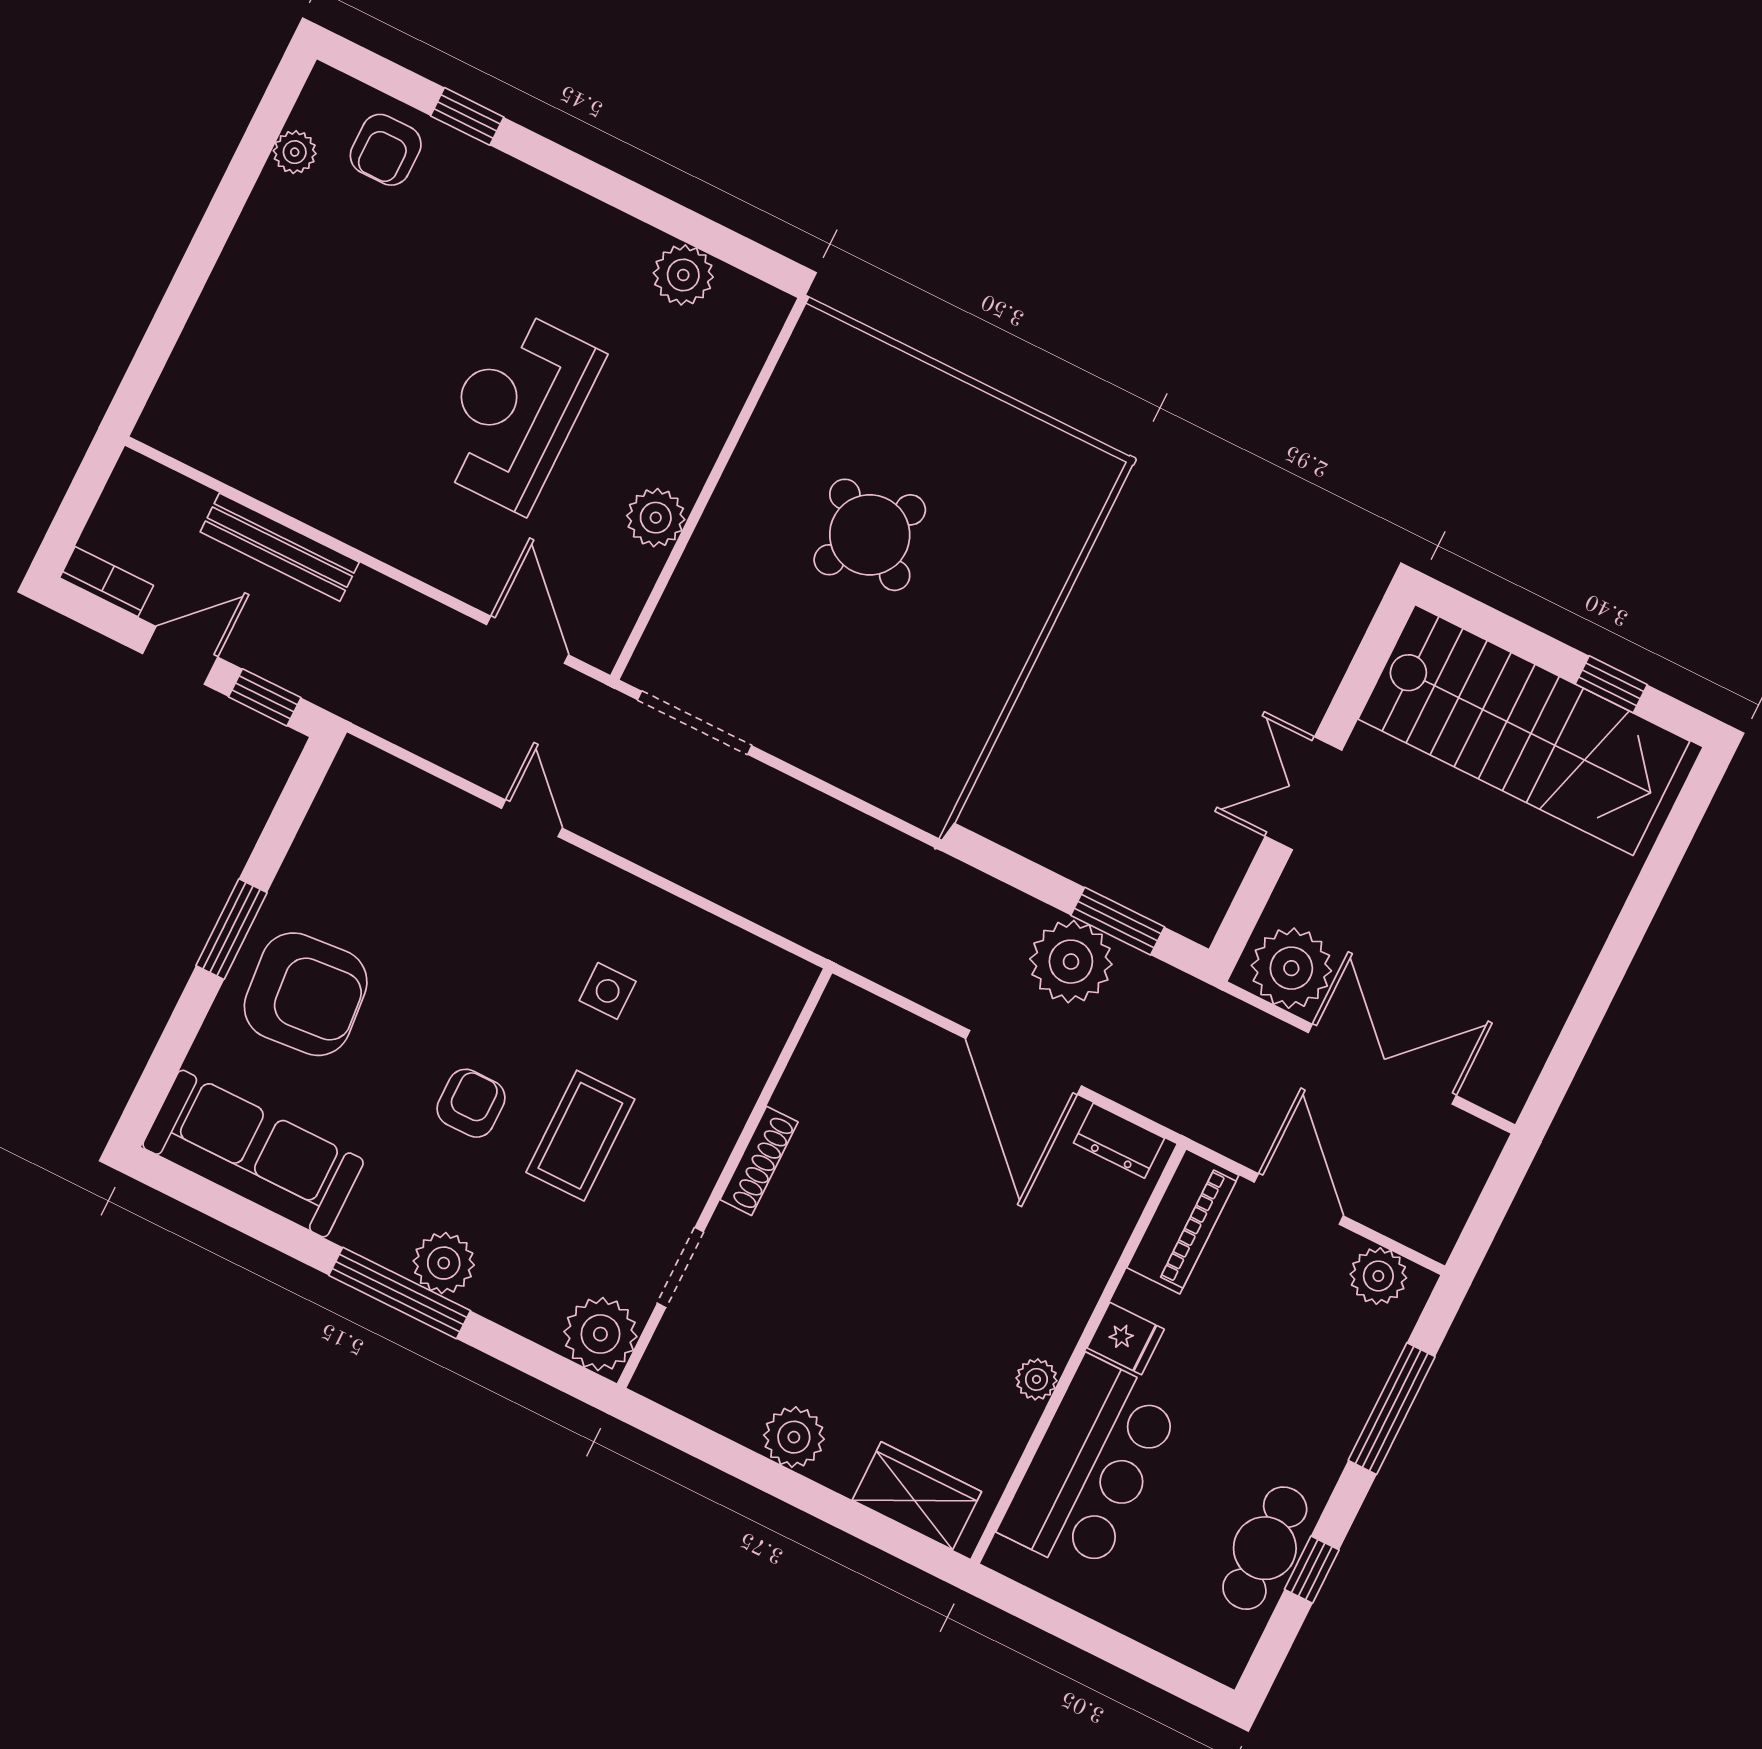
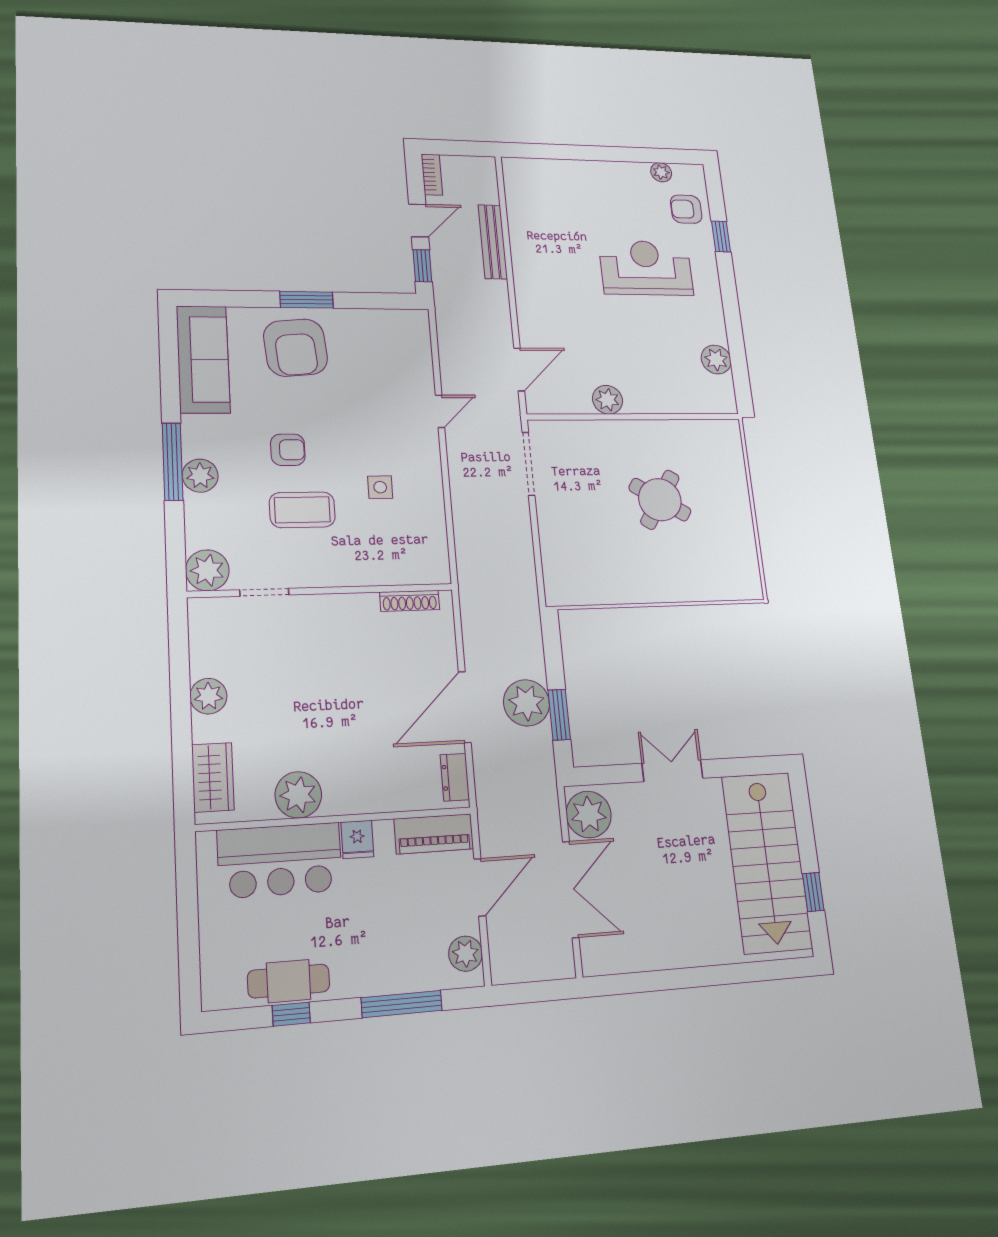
reception desk: (516, 410) -> (646, 268), moved
door: (180, 655) -> (419, 221), hinge flipped
shoe rack: (759, 1161) -> (410, 601), moved
plant: (1036, 1379) -> (298, 795), width x1.88, depth x1.88

